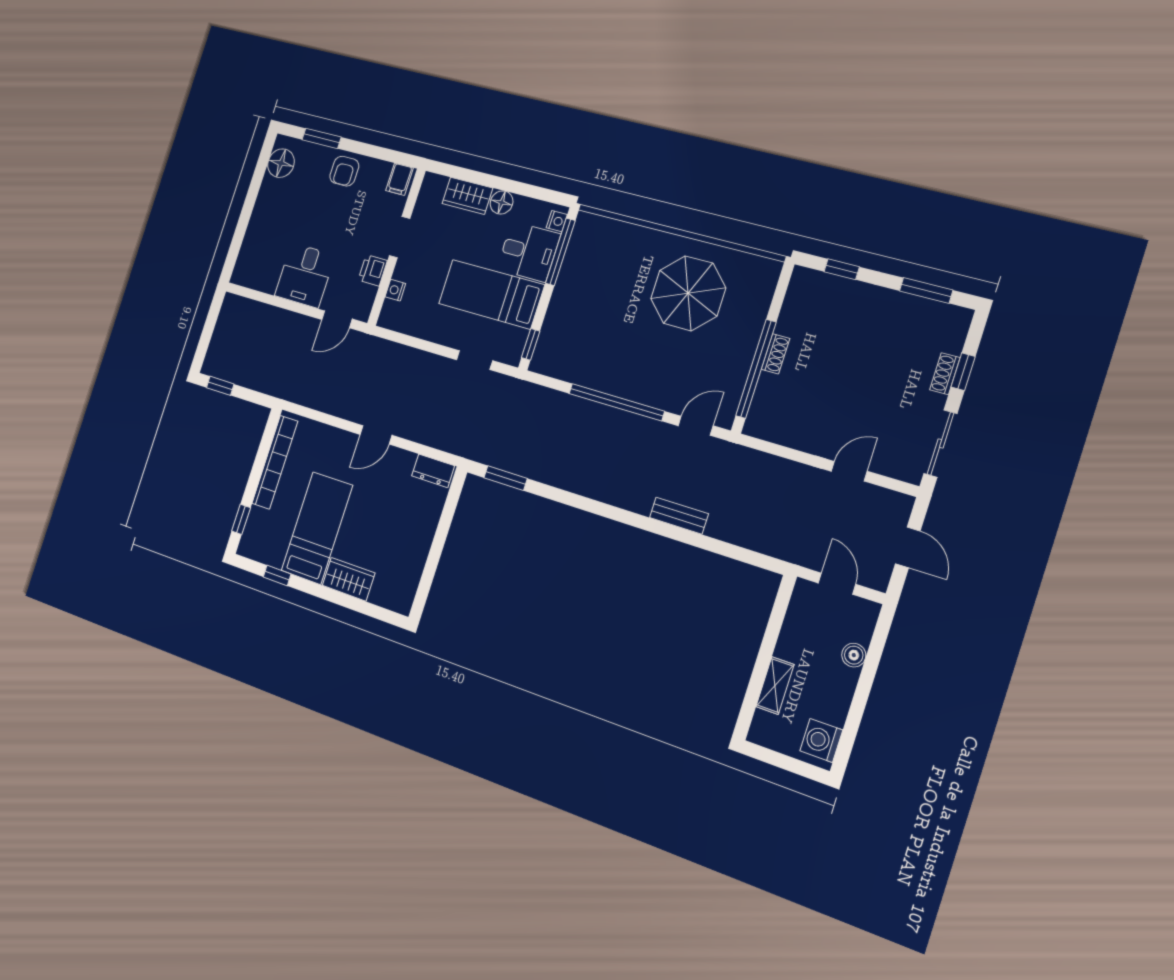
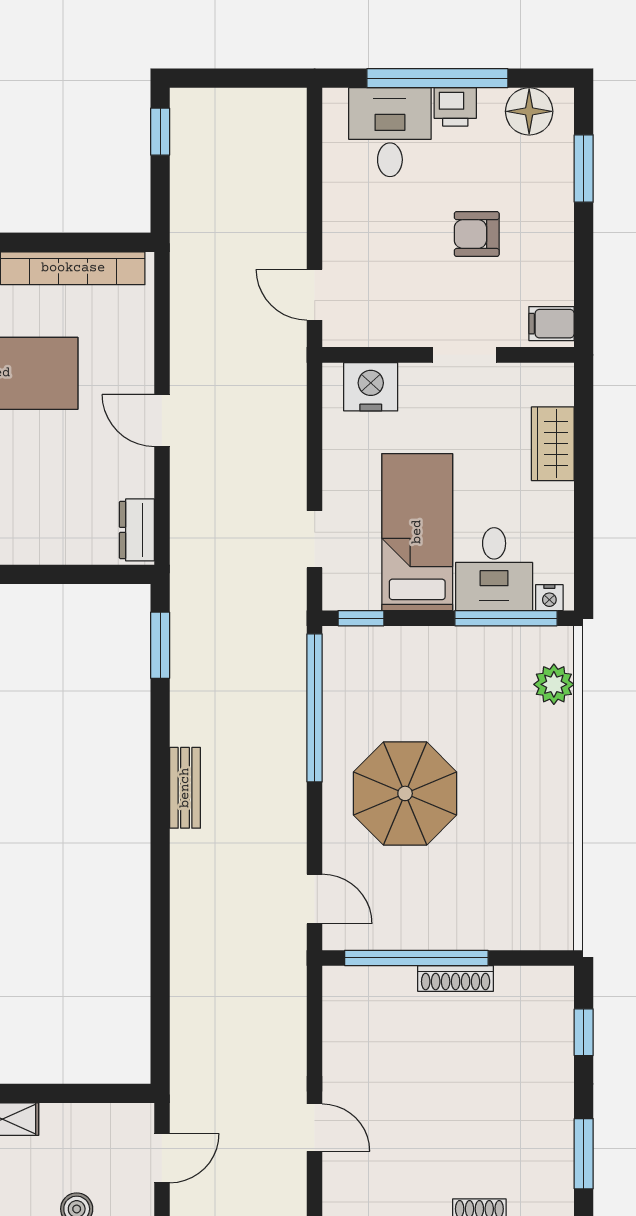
armchair: (344, 171) -> (477, 234), moved
floor lamp: (502, 202) -> (556, 502), removed
window: (246, 213) -> (437, 78), added
plant: (610, 232) -> (554, 684), added
printer: (373, 270) -> (455, 107), moved, turned 180
desk: (305, 275) -> (390, 132), moved, turned 90
nightstand: (395, 290) -> (371, 387), width x1.89, depth x1.79
parasol: (688, 293) -> (405, 793), moved
shoe rack: (775, 354) -> (456, 978), width x1.43
window: (616, 402) -> (315, 708), moved
bench: (679, 516) -> (185, 788), moved

